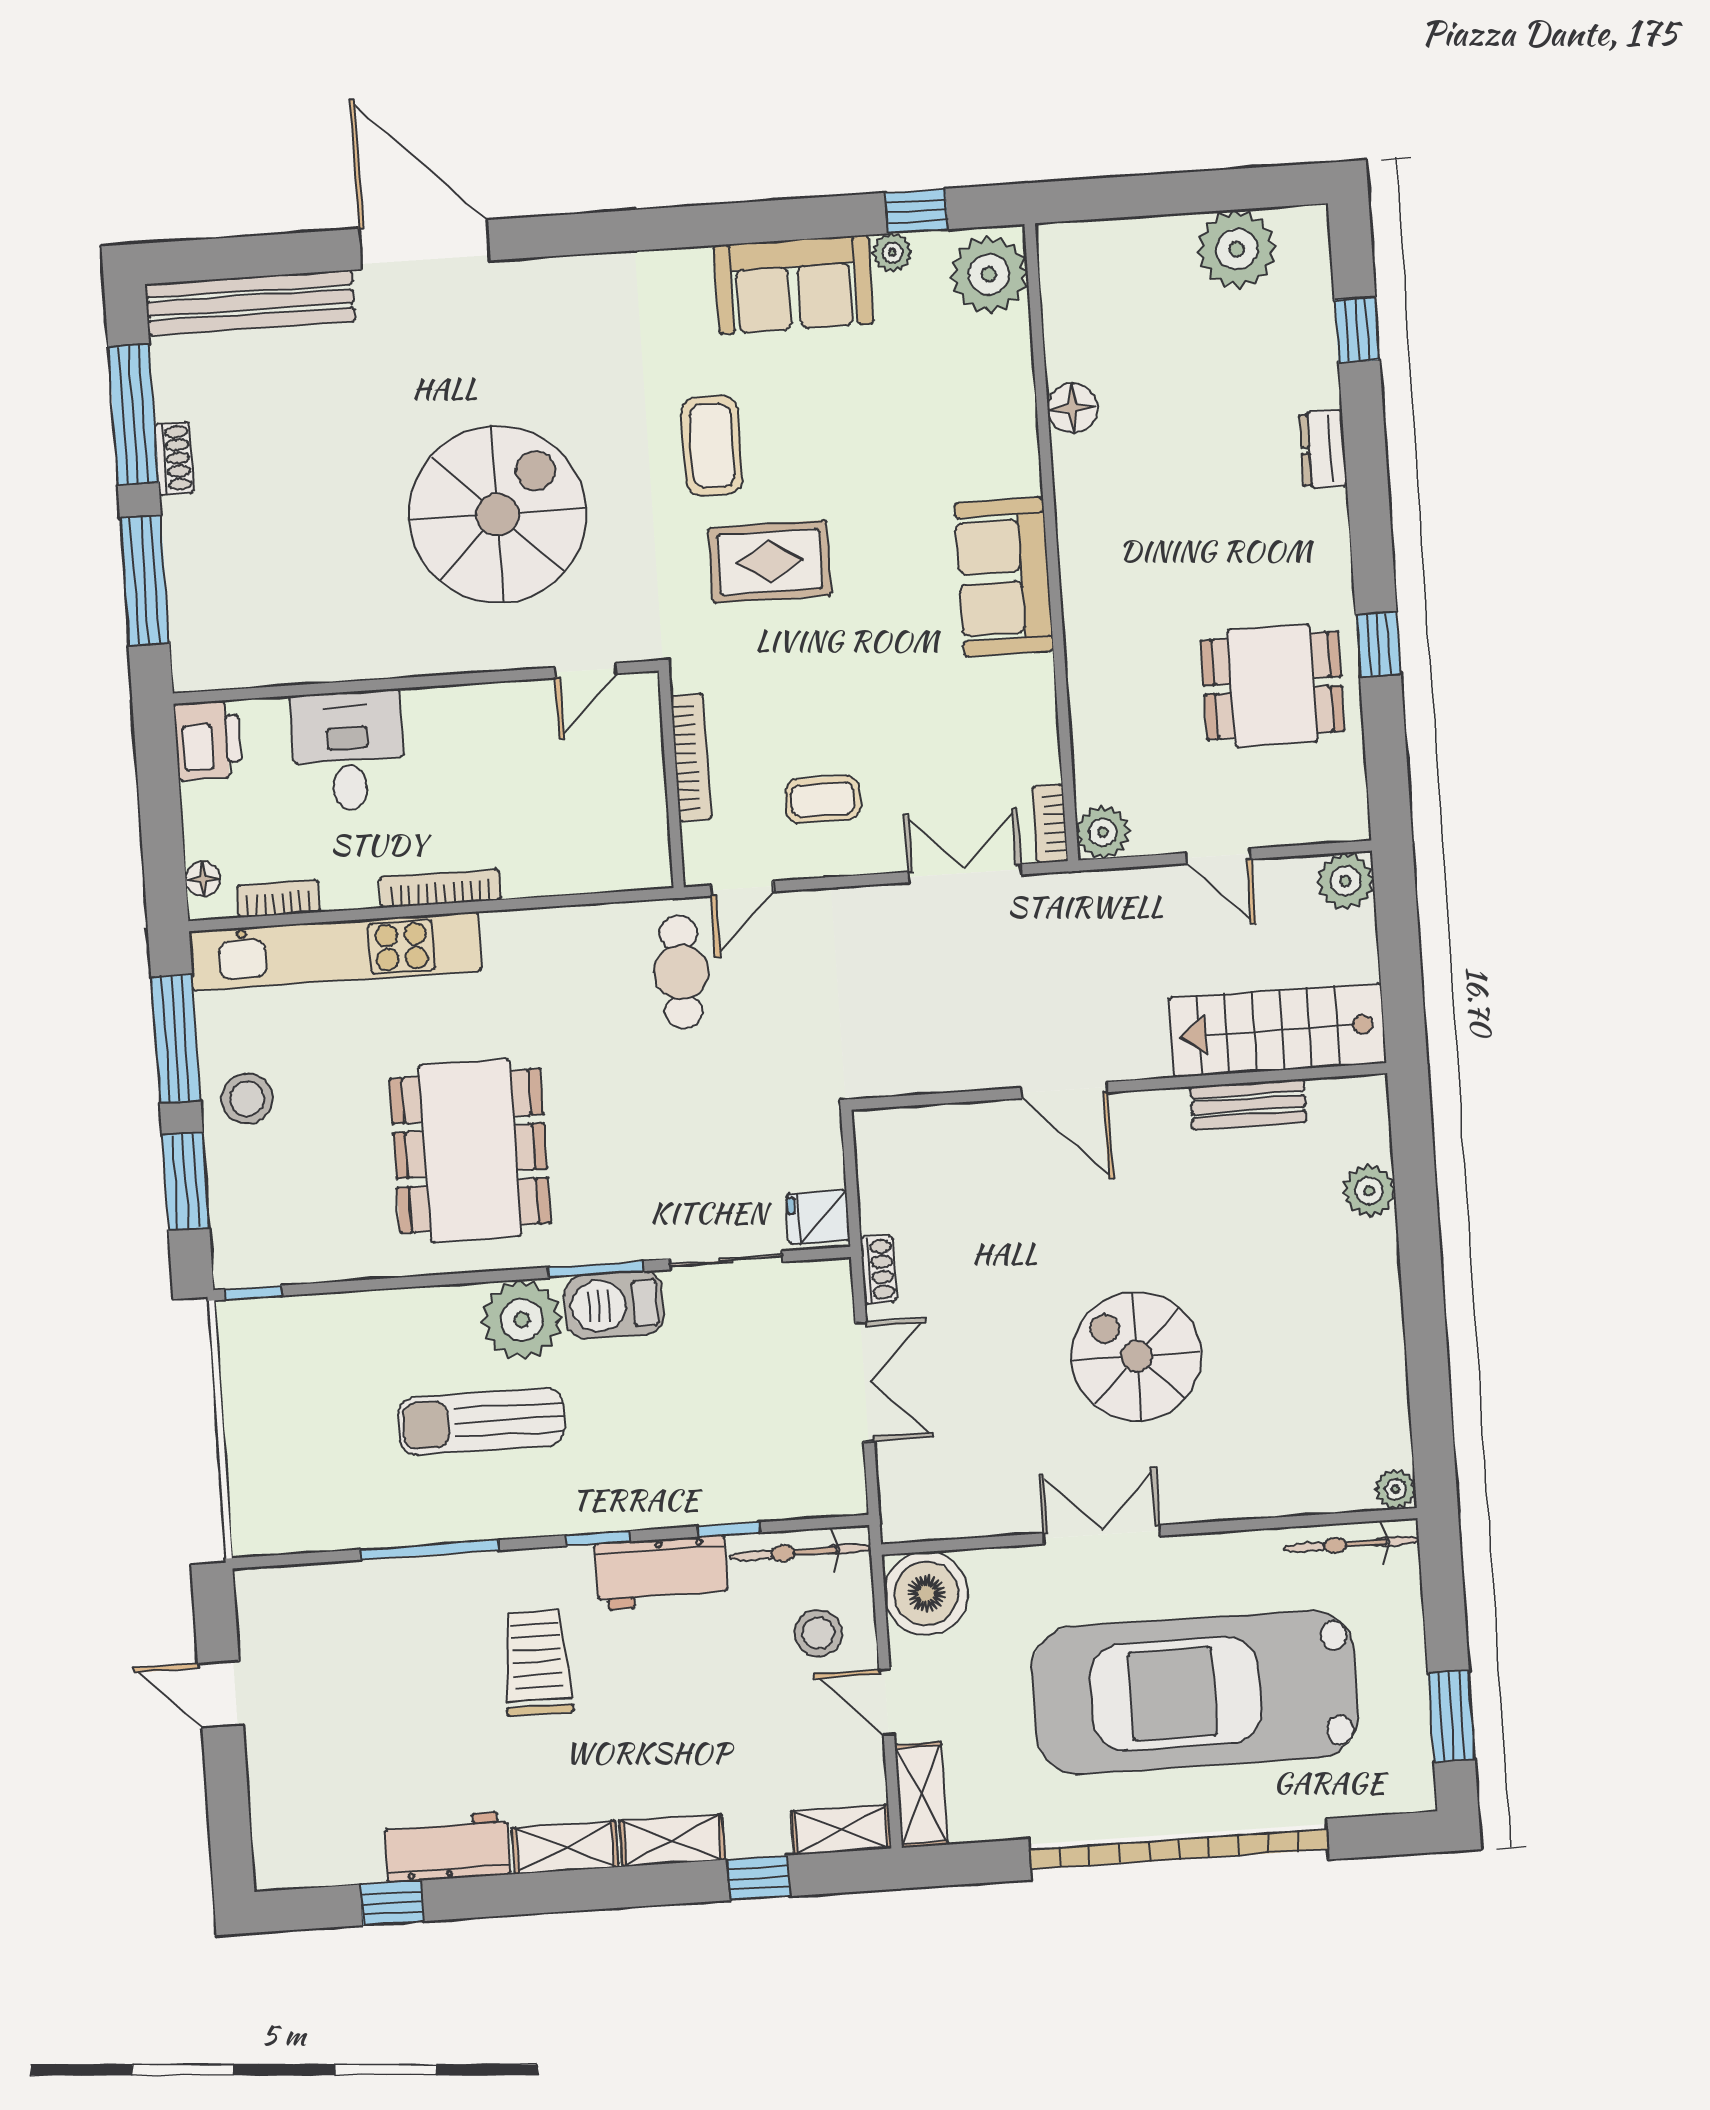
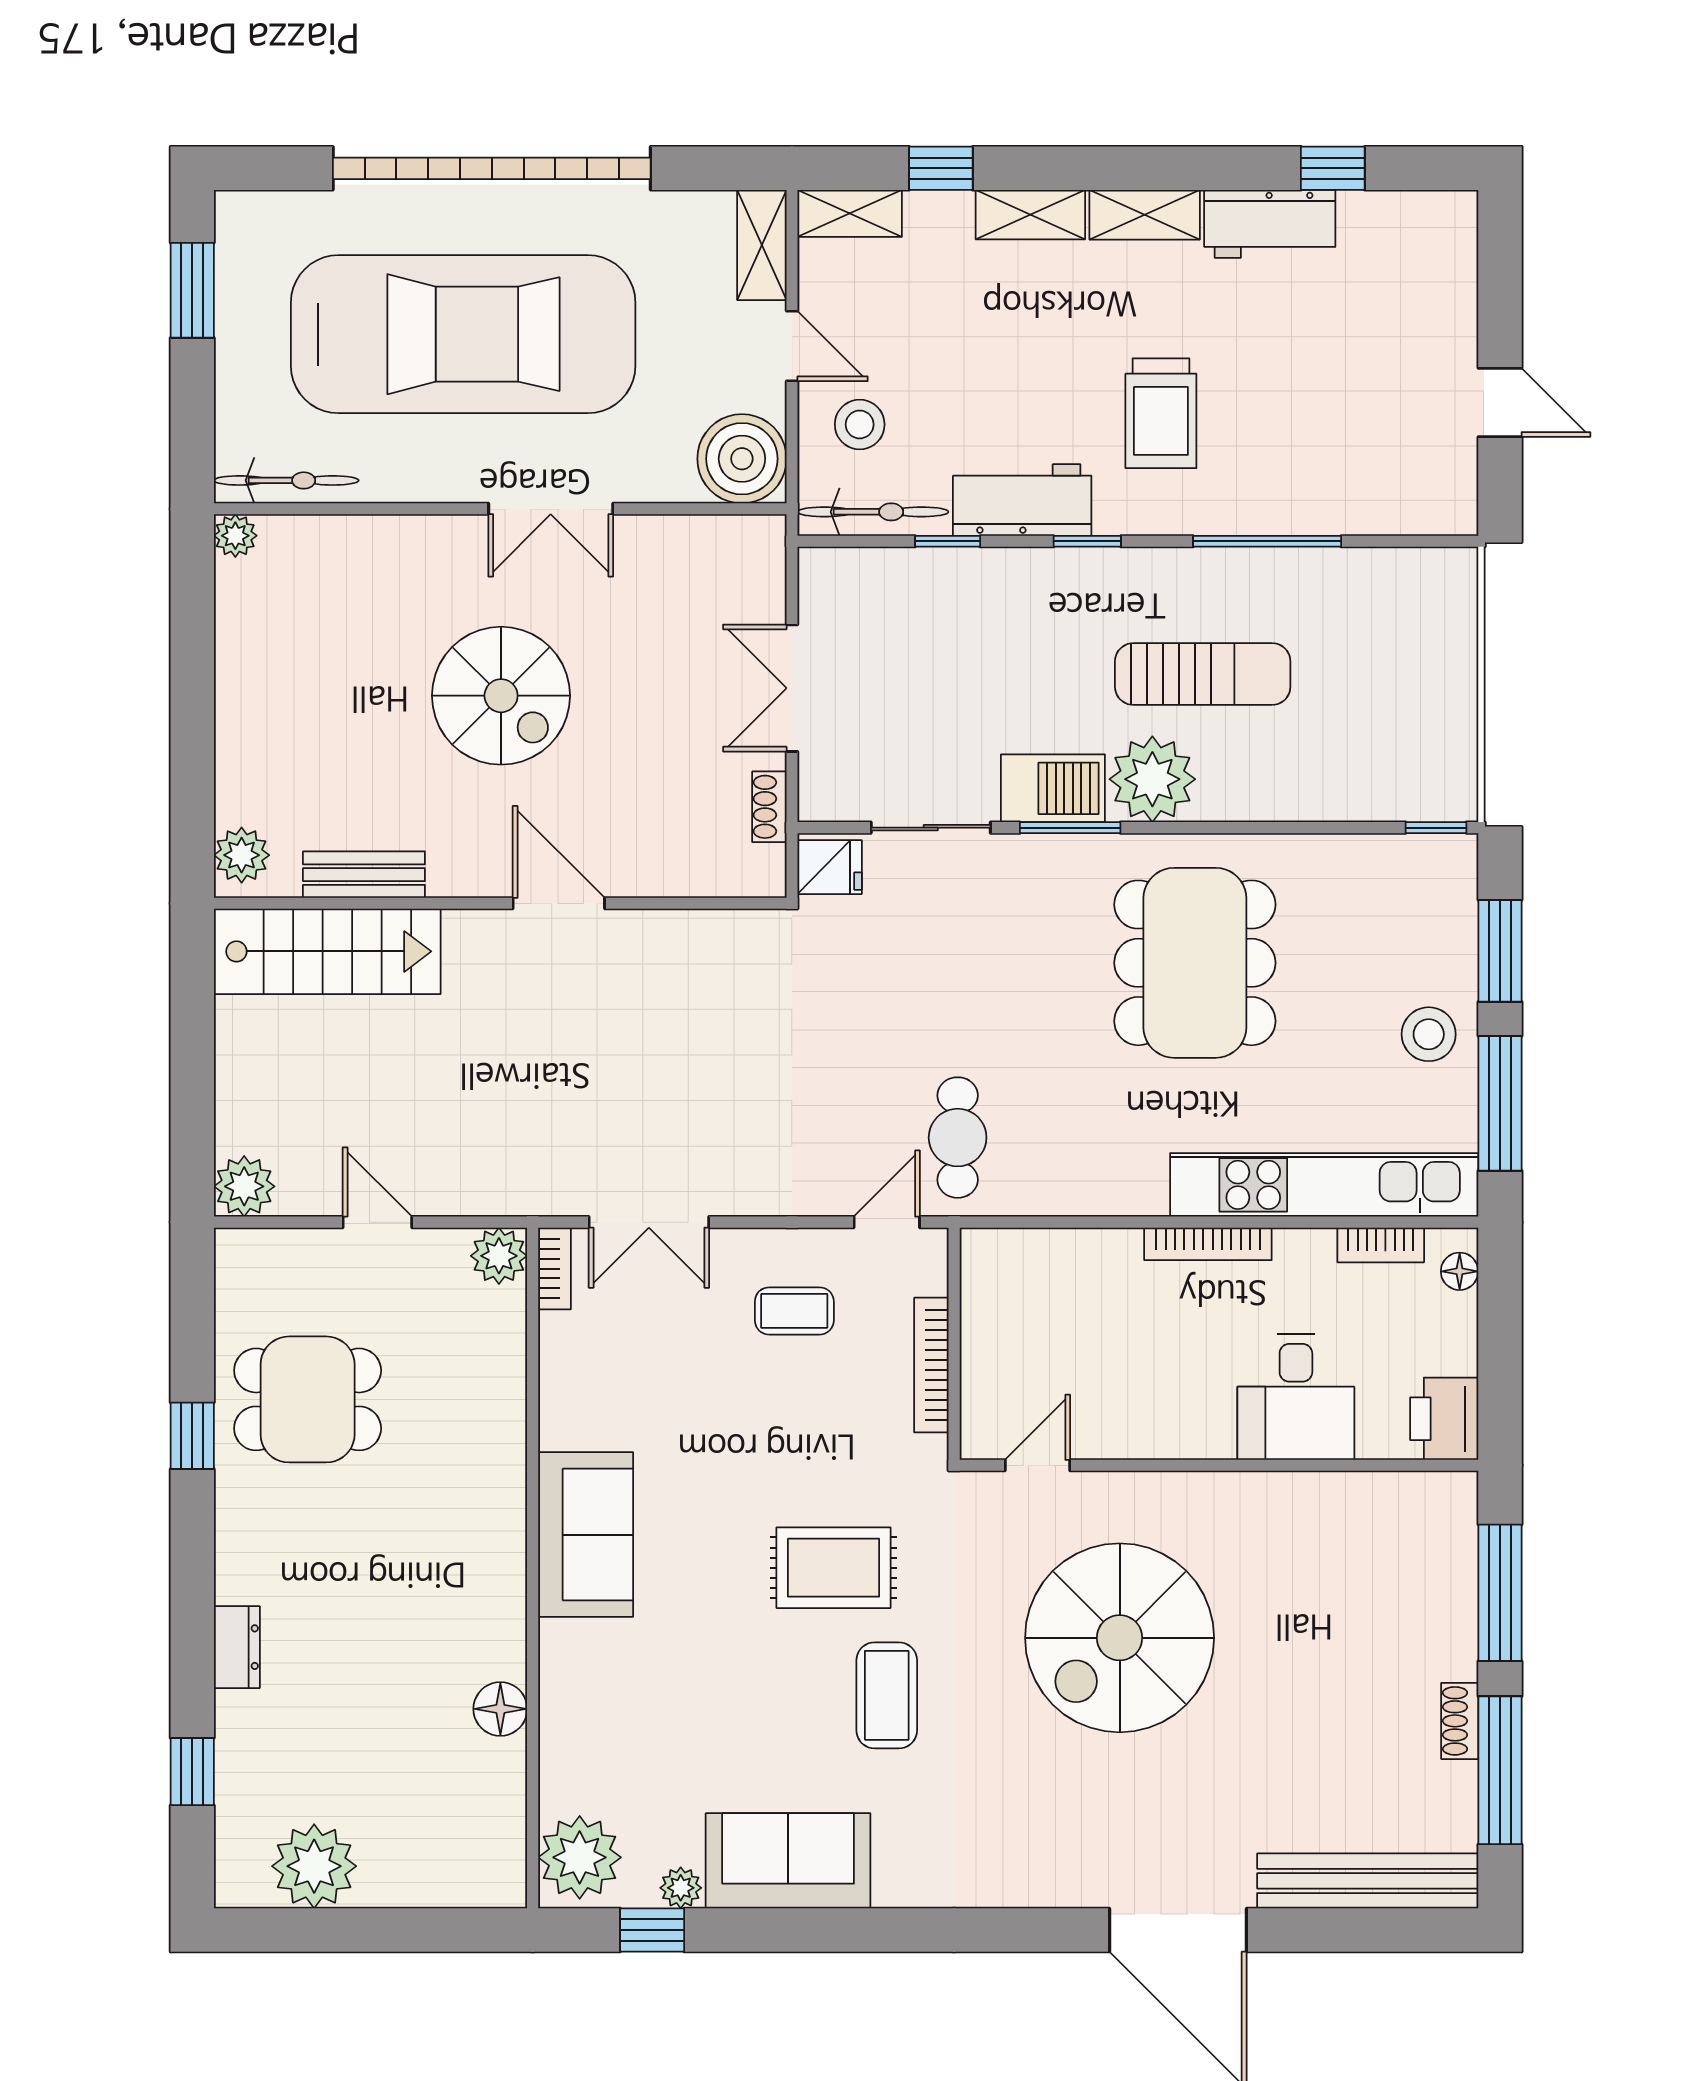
stairs: (1278, 1030) -> (327, 951), moved
wall: (1119, 1086) -> (500, 903), moved
door: (1064, 1090) -> (559, 903), moved
bench: (1248, 1104) -> (364, 875), moved

